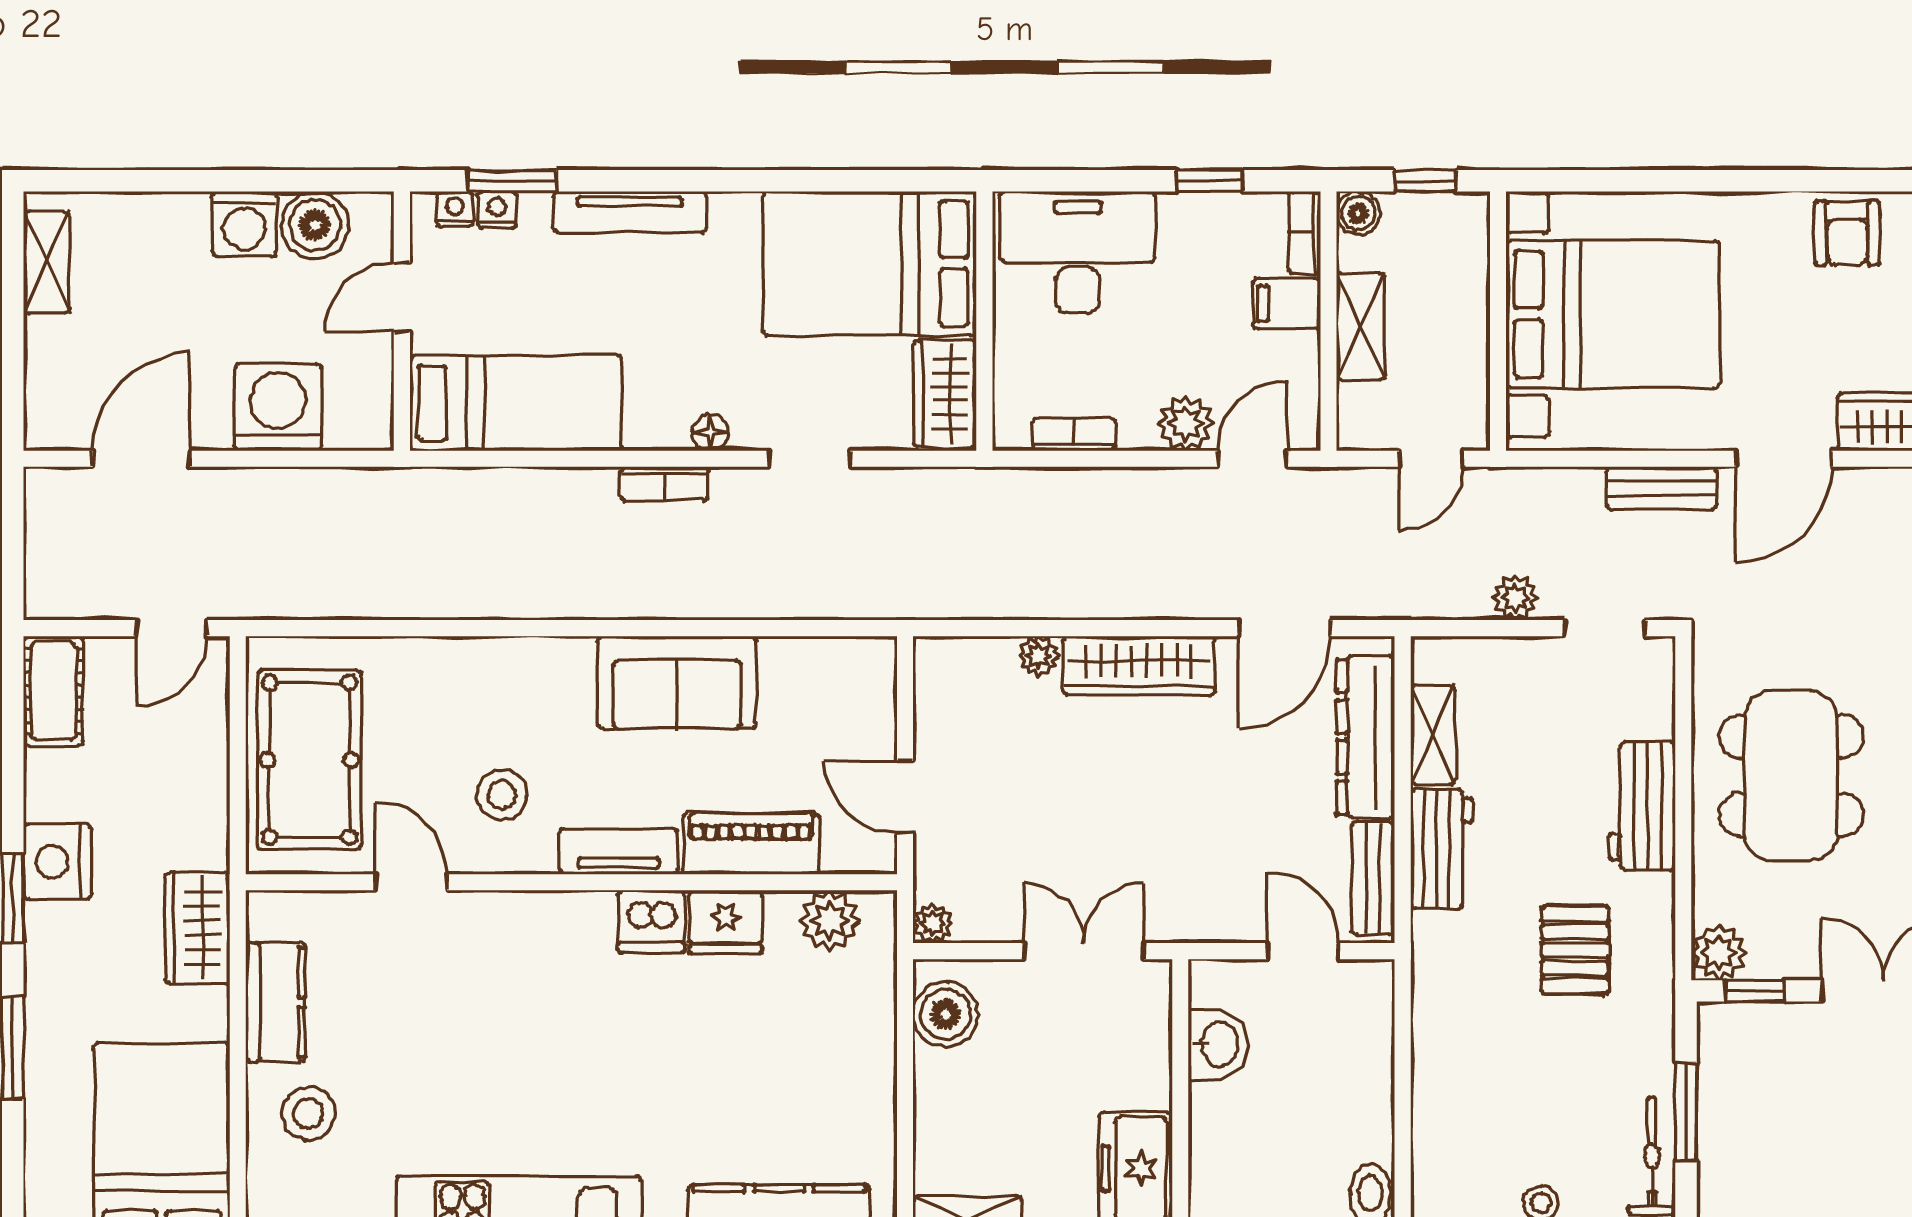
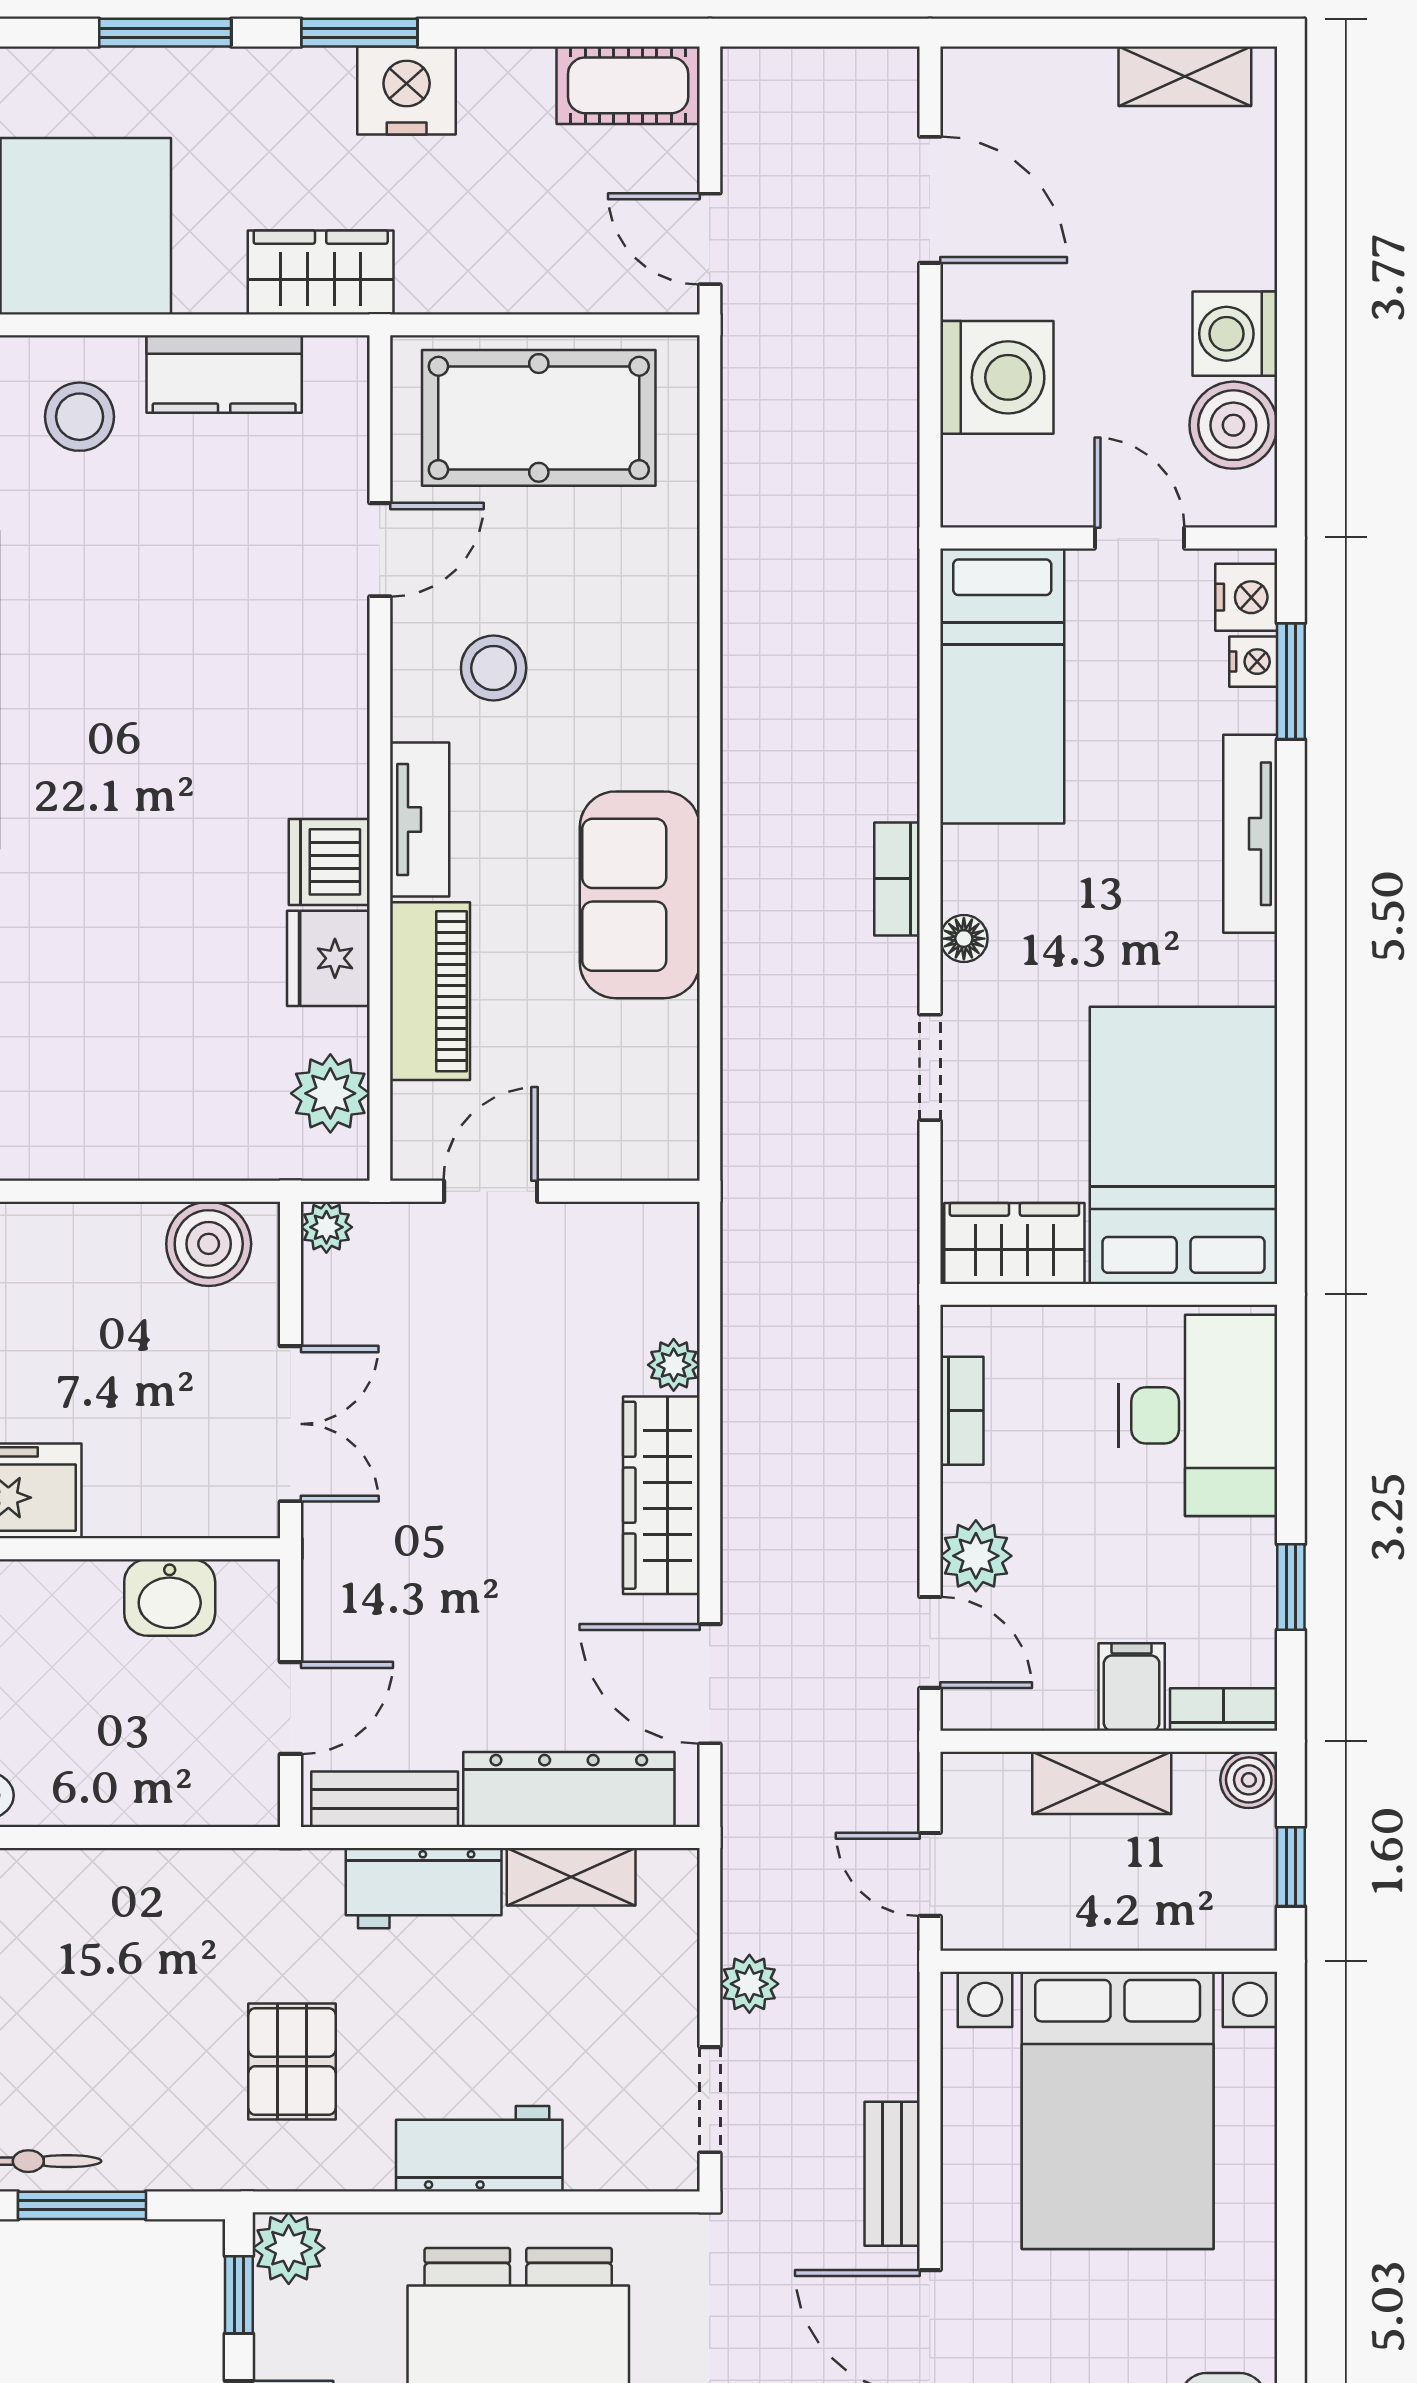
nightstand: (455, 209) -> (1246, 597), width x1.39, depth x1.35
pallet: (1575, 950) -> (292, 2061), turned 90

